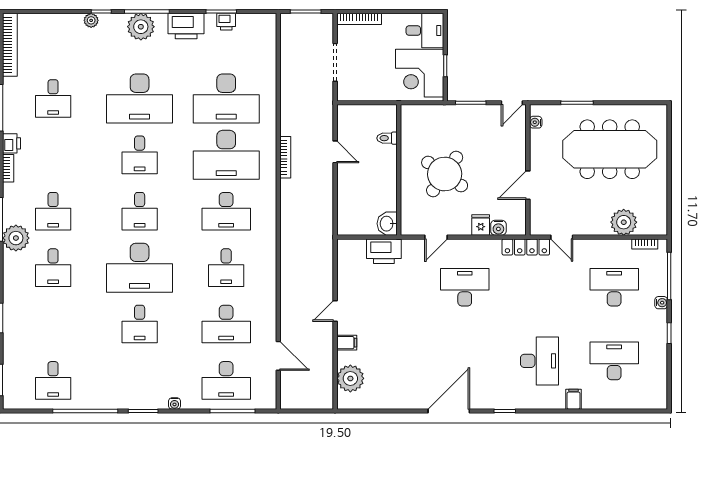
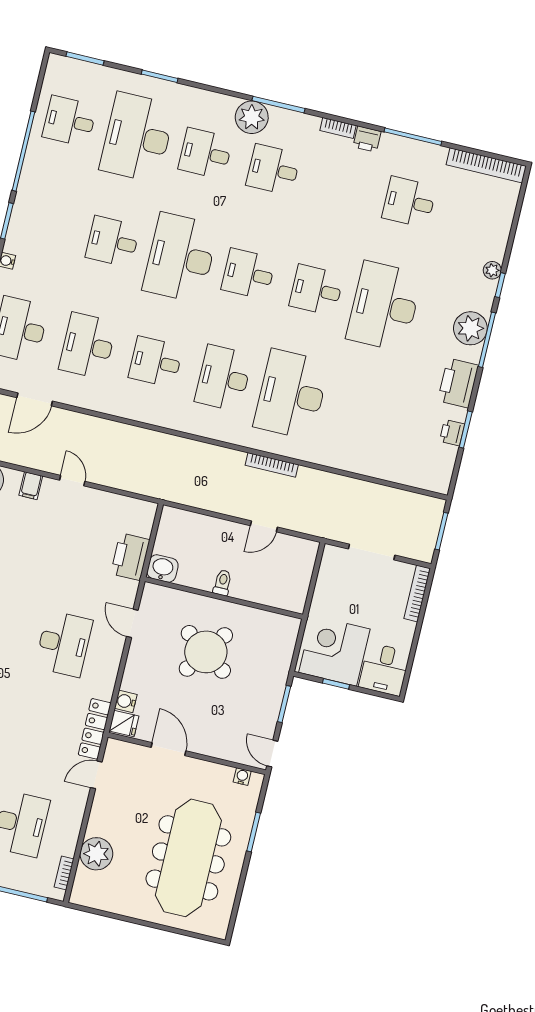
desk: (226, 98) -> (137, 137), moved
toilet: (387, 138) -> (223, 583), moved
fridge: (481, 225) -> (124, 724), moved

